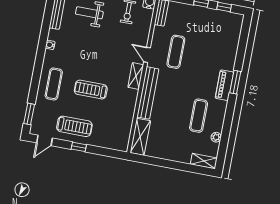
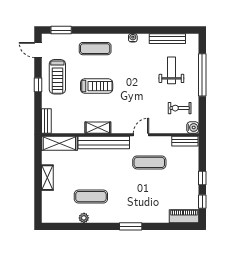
shelving: (136, 76) -> (98, 128), moved
piano: (224, 85) -> (184, 216), moved
treadmill: (91, 90) -> (97, 86), turned 90
plant: (216, 137) -> (84, 218), moved
bench: (116, 145) -> (46, 121), added
shelving: (204, 161) -> (47, 178), moved

